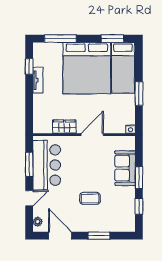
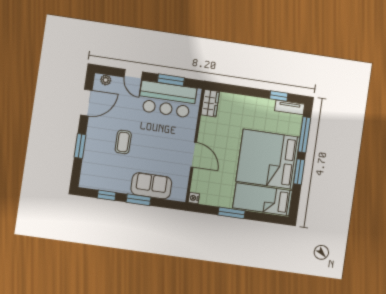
window: (112, 39) -> (299, 172), moved
tv unit: (38, 80) -> (290, 107), moved
wardrobe: (64, 127) -> (210, 103), moved

